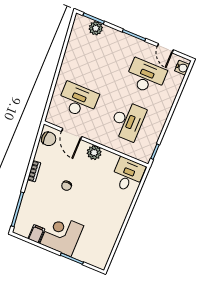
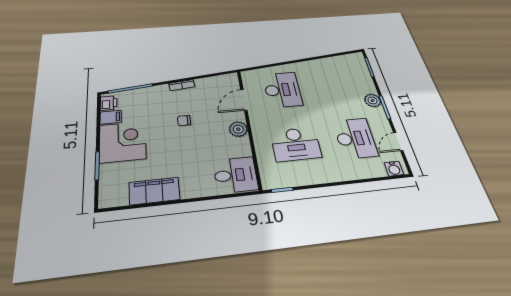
plant: (96, 28) -> (373, 100), moved
chair: (49, 139) -> (225, 83), removed
printer: (23, 230) -> (109, 103), added
filing cabinet: (111, 232) -> (154, 191), added

